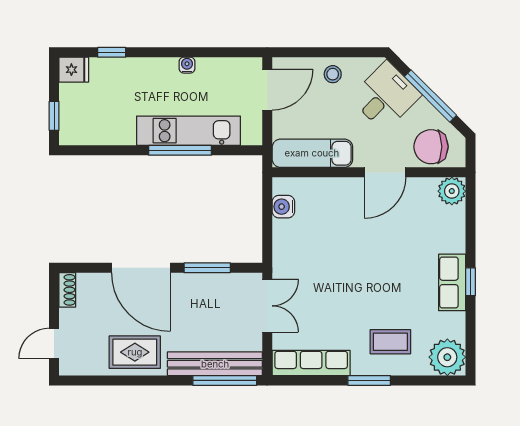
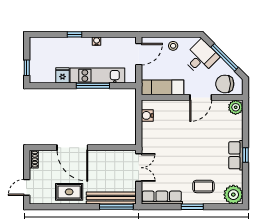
window: (112, 52) -> (74, 34), moved
fridge: (74, 70) -> (62, 75), moved, turned -90
window: (207, 268) -> (107, 148), removed

